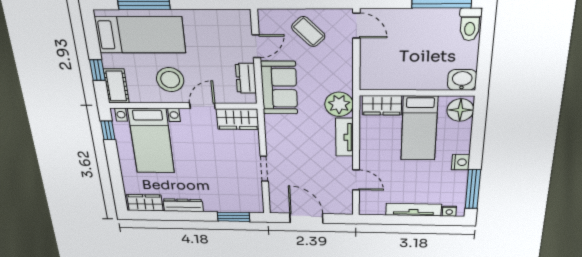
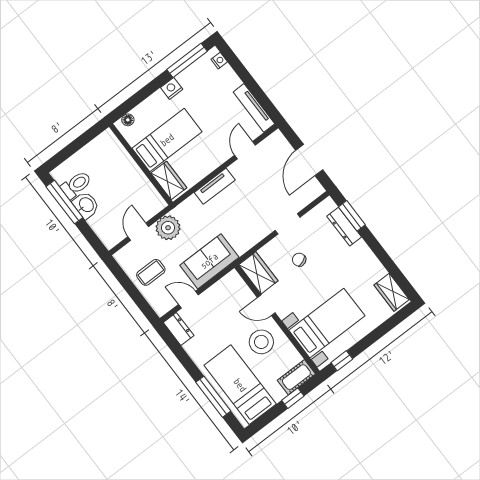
toilet: (470, 24) -> (76, 185), moved
door: (356, 26) -> (138, 232), moved
coffee table: (308, 32) -> (151, 272), turned 44
dresser: (246, 78) -> (179, 329), moved, turned -90
washbasin: (462, 80) -> (86, 205), moved, turned 180
plant: (339, 104) -> (168, 228), moved
floor lamp: (460, 110) -> (128, 120), width x0.53, depth x0.53
chair: (225, 157) -> (299, 260), added
dresser: (183, 205) -> (344, 227), moved
tv unit: (414, 210) -> (254, 108), moved

